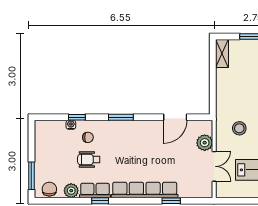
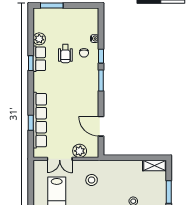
window: (77, 117) -> (101, 56), moved
wheelchair: (89, 159) -> (65, 54), turned 180
chair: (49, 189) -> (41, 20), removed
row of seats: (145, 190) -> (40, 120), moved

